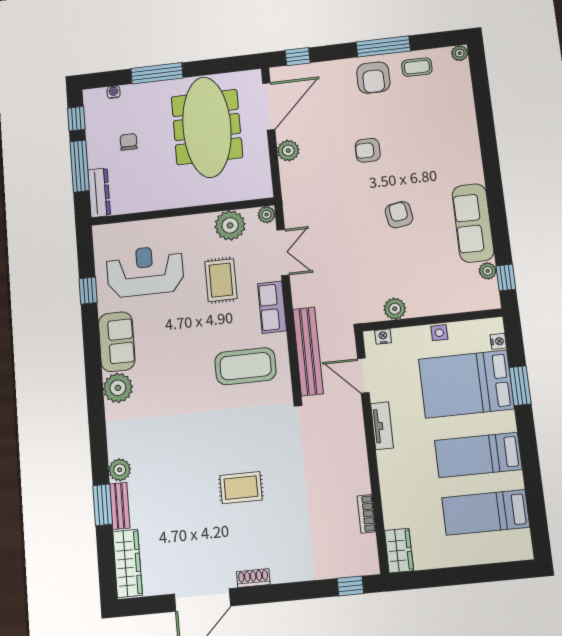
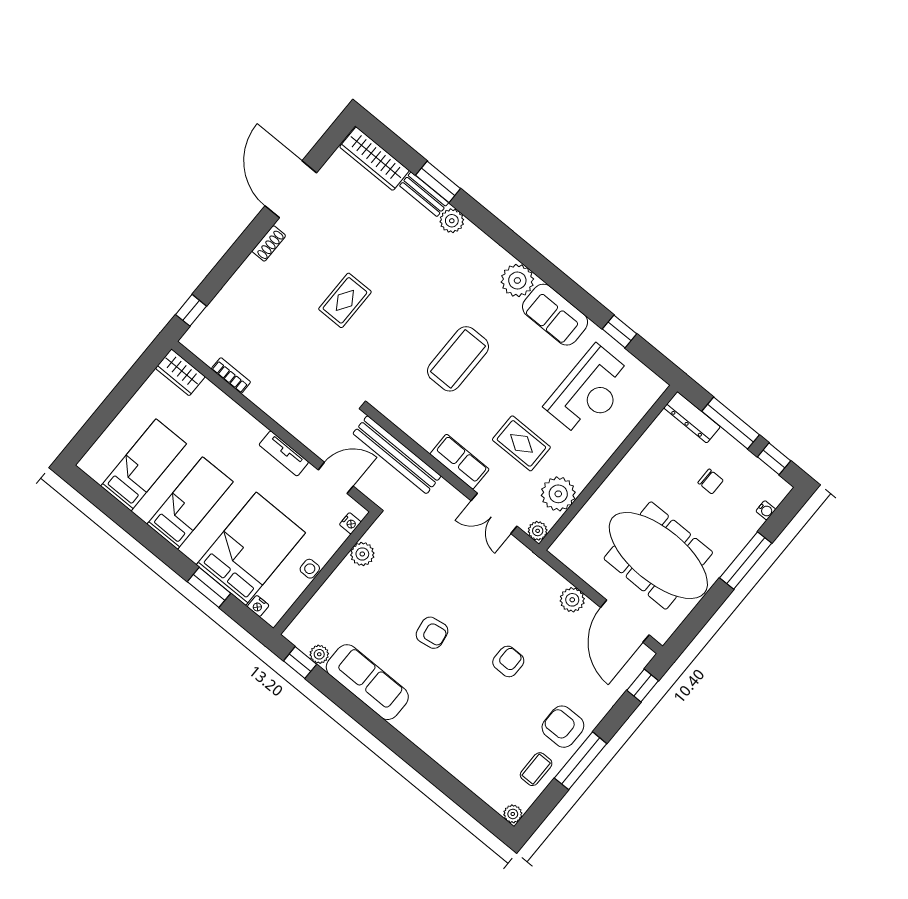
coffee table: (246, 366) -> (458, 359), moved

